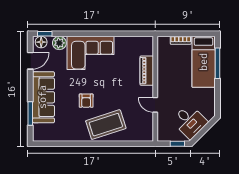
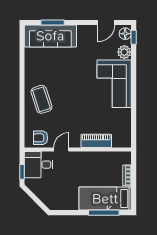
door: (30, 61) -> (106, 22), hinge flipped
sofa: (43, 97) -> (50, 36), moved
armchair: (86, 101) -> (40, 138), moved
desk: (190, 121) -> (39, 165), moved, turned 45
coffee table: (106, 125) -> (41, 99), width x0.73, depth x0.76

